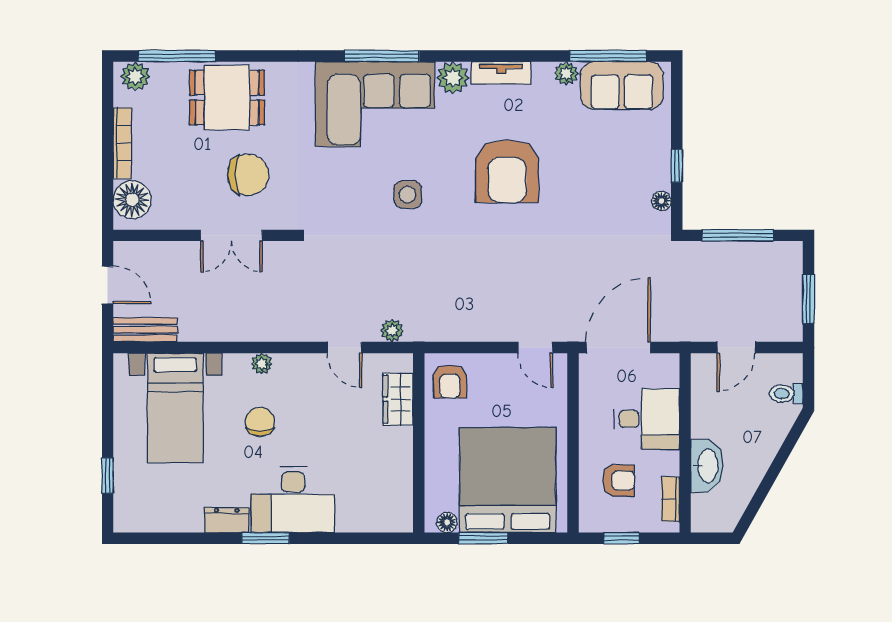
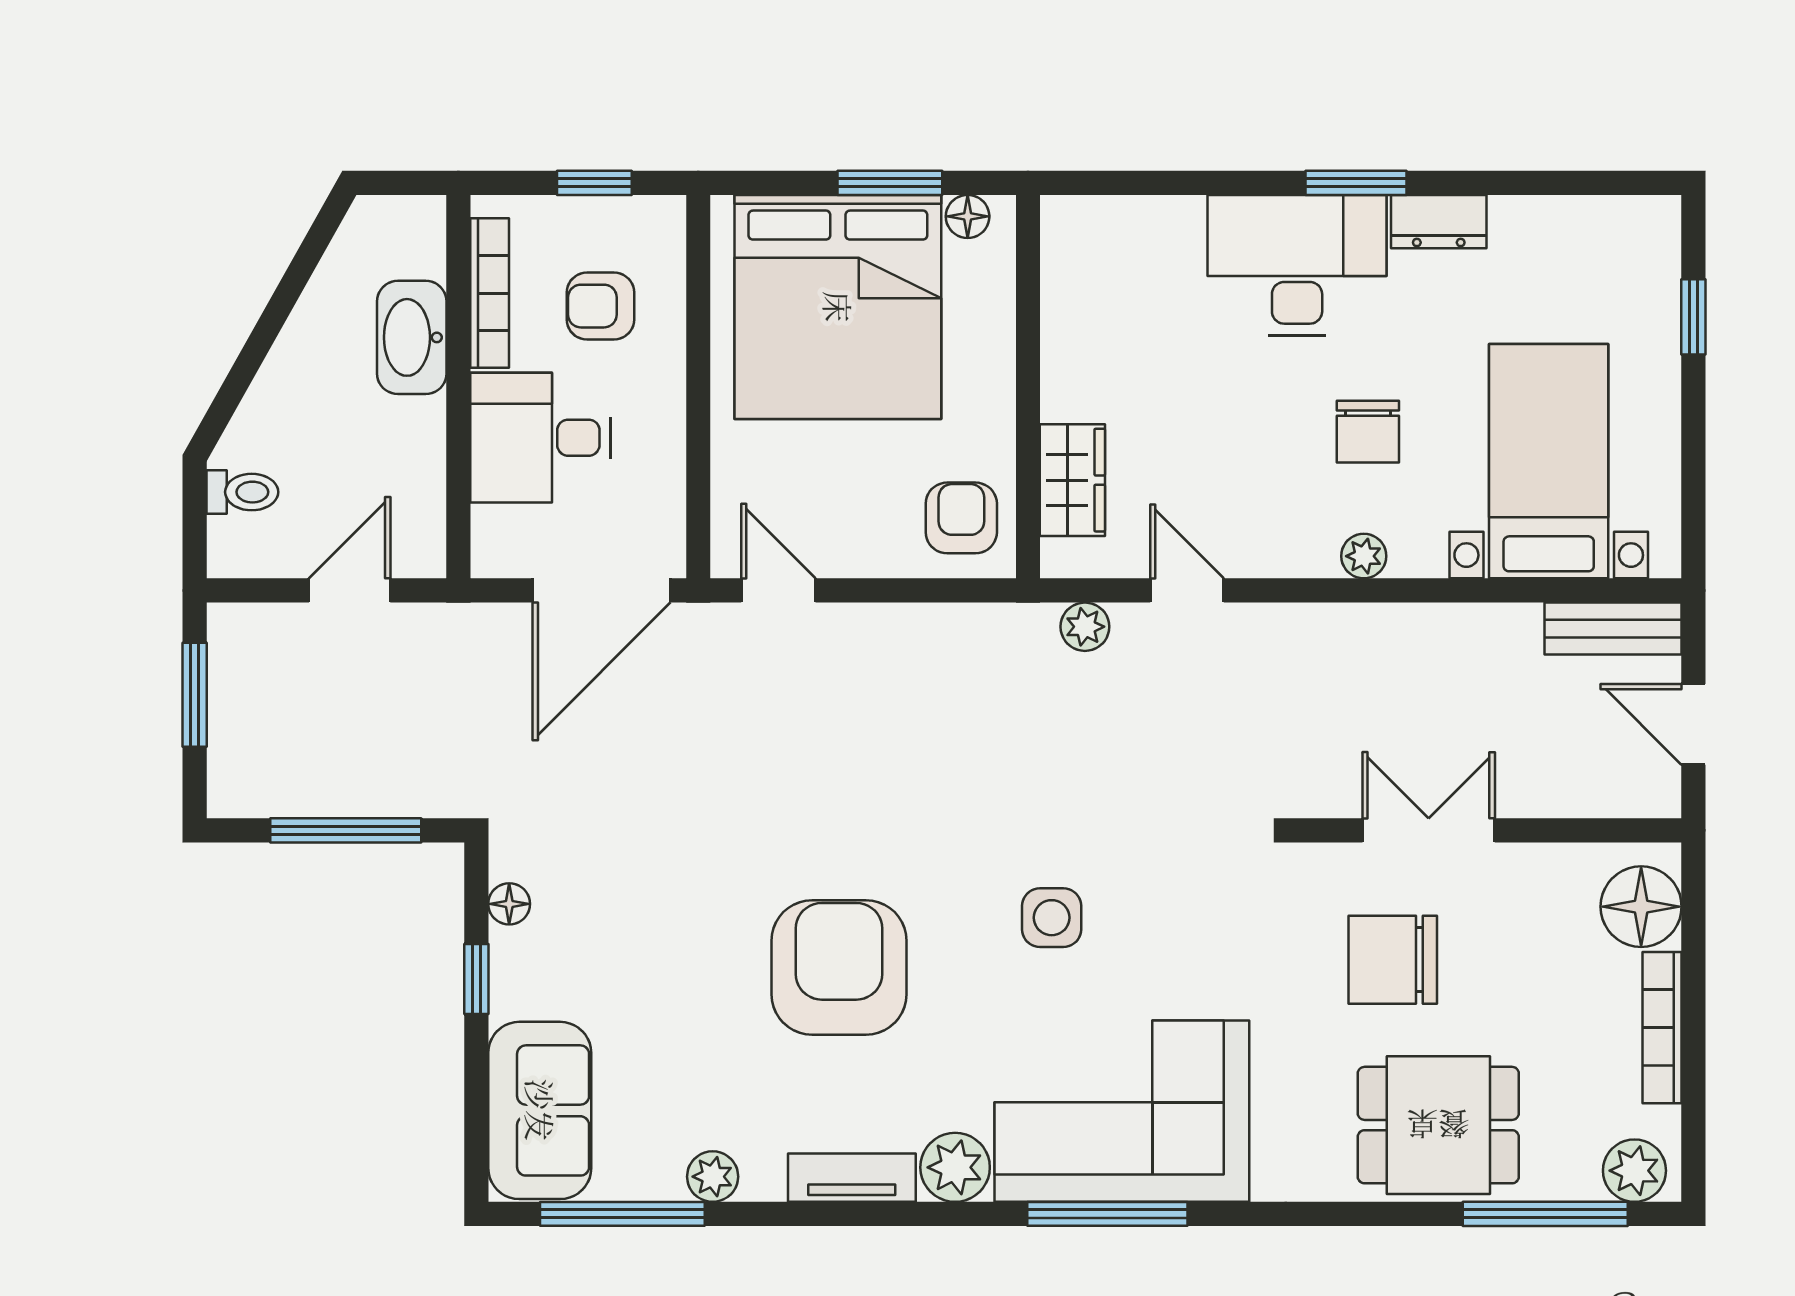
sofa: (622, 86) -> (540, 1110), moved, turned 90
bookcase: (671, 499) -> (490, 293), width x1.56

